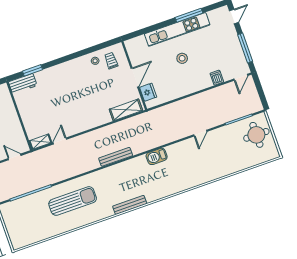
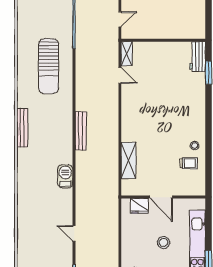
wall: (134, 75) -> (163, 197), moved
door: (135, 77) -> (161, 197), moved
fridge: (148, 92) -> (139, 206), moved

